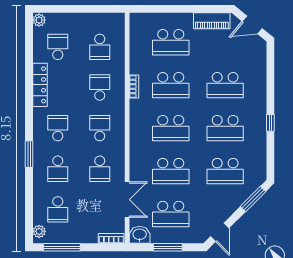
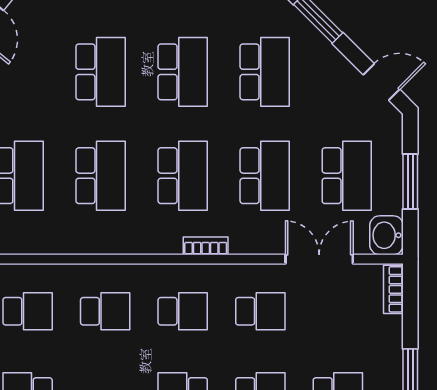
bookcase: (134, 86) -> (206, 246), moved
school desk: (100, 88) -> (105, 311), turned 180
school desk: (100, 128) -> (183, 311), turned 180

